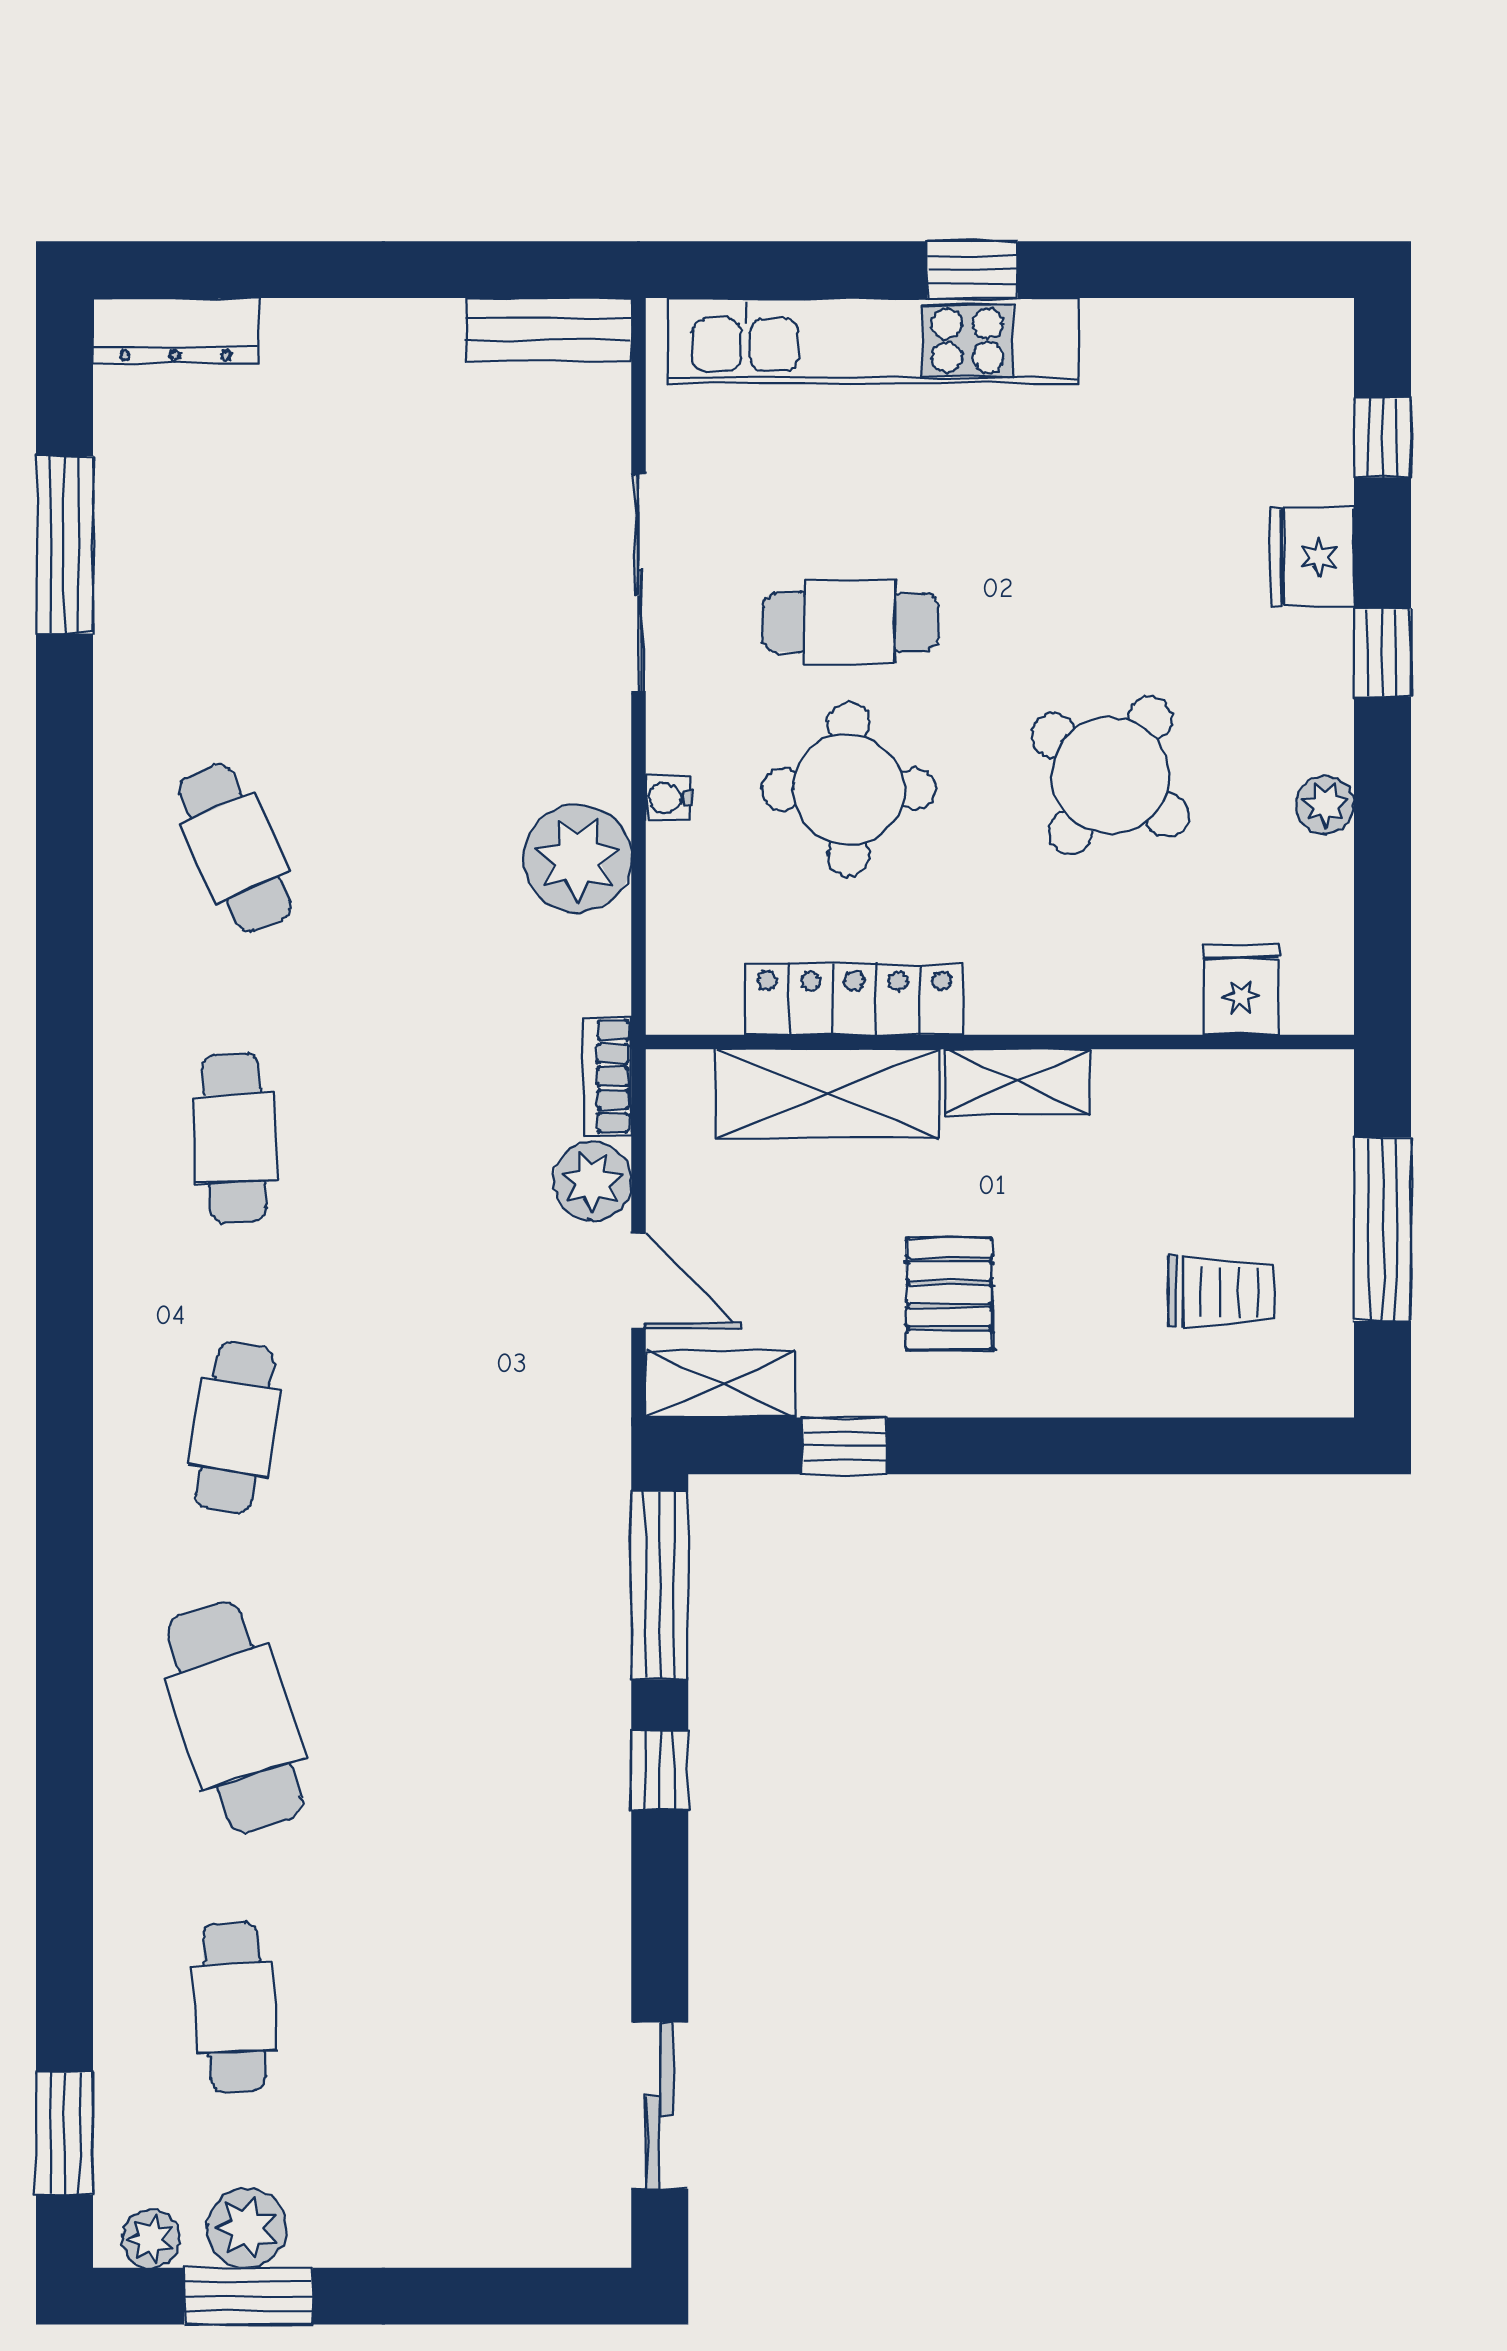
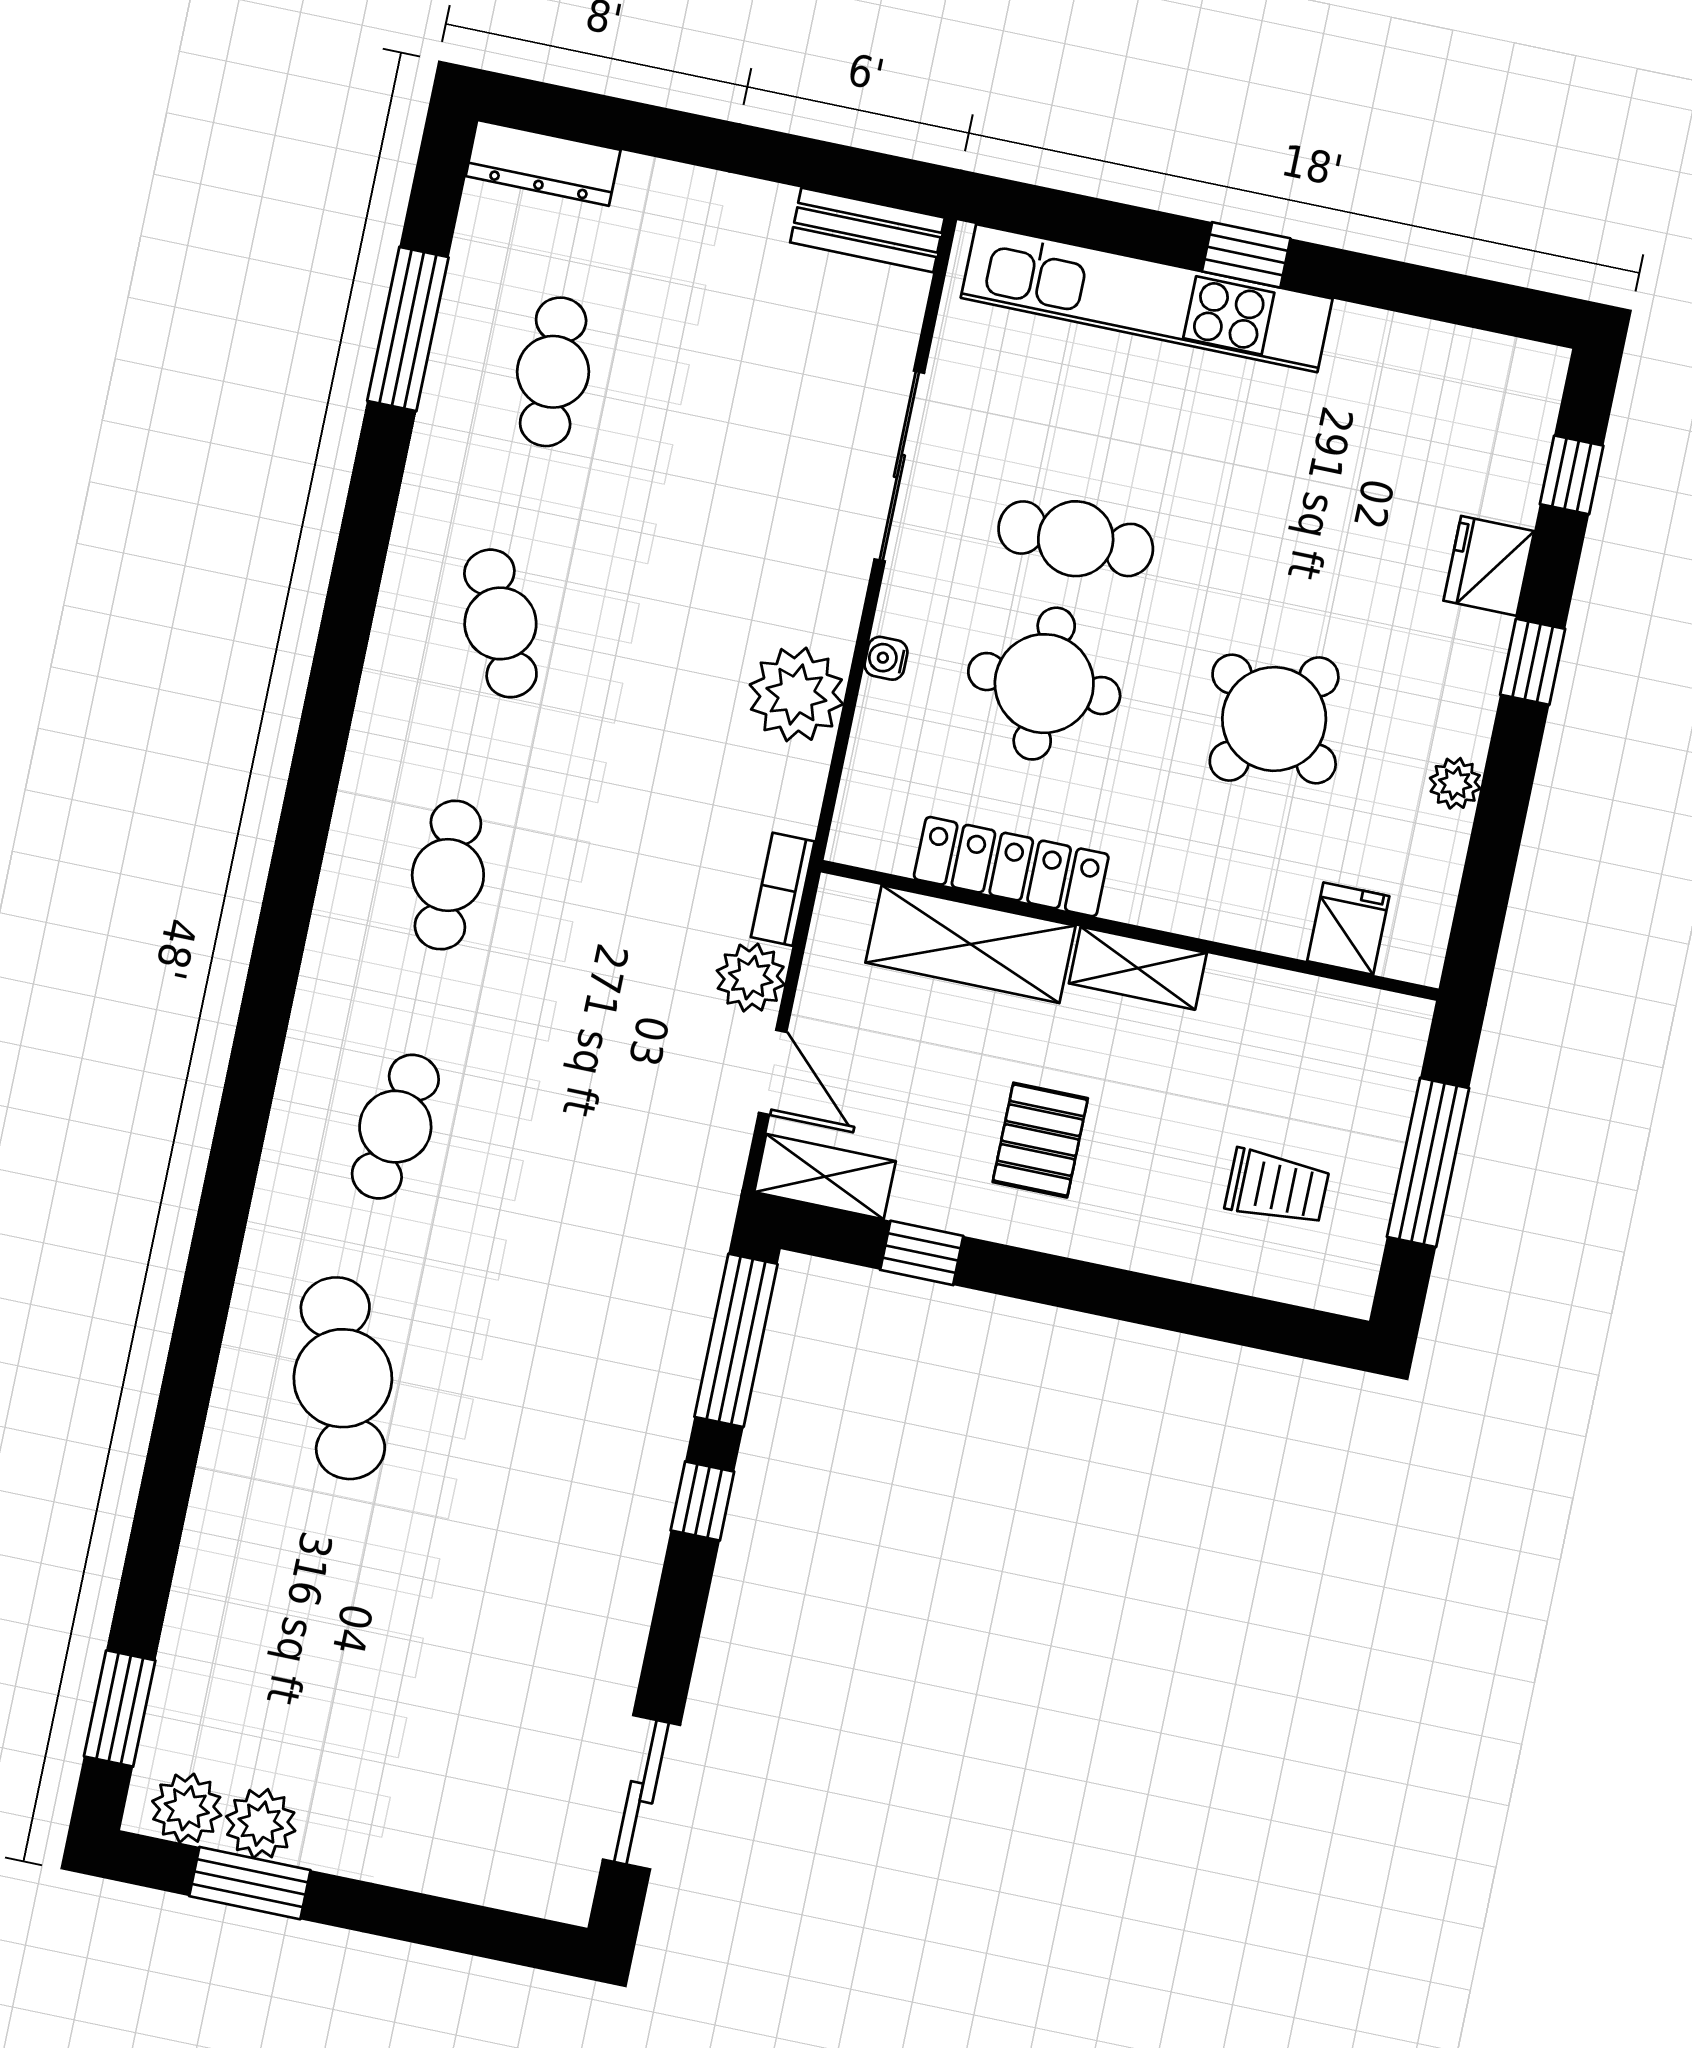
cafe table: (235, 2007) -> (553, 372), moved
plant: (151, 2239) -> (187, 1808), width x1.38, depth x1.38

